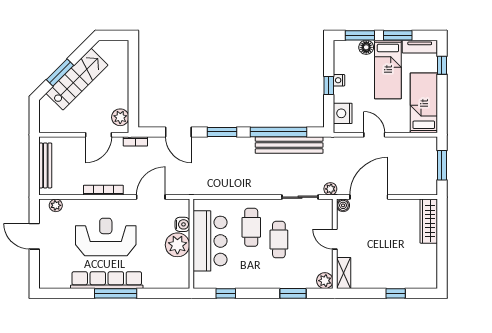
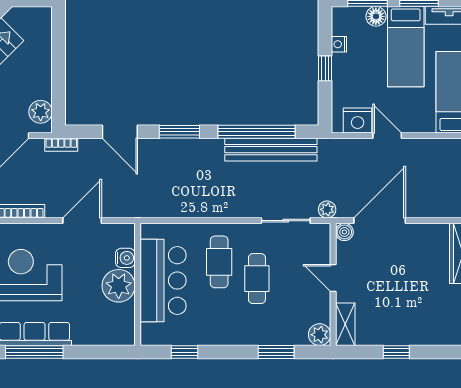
nightstand: (339, 80) -> (339, 44), moved
nightstand: (343, 113) -> (358, 120), moved, turned -90
window: (396, 293) -> (396, 352), moved

